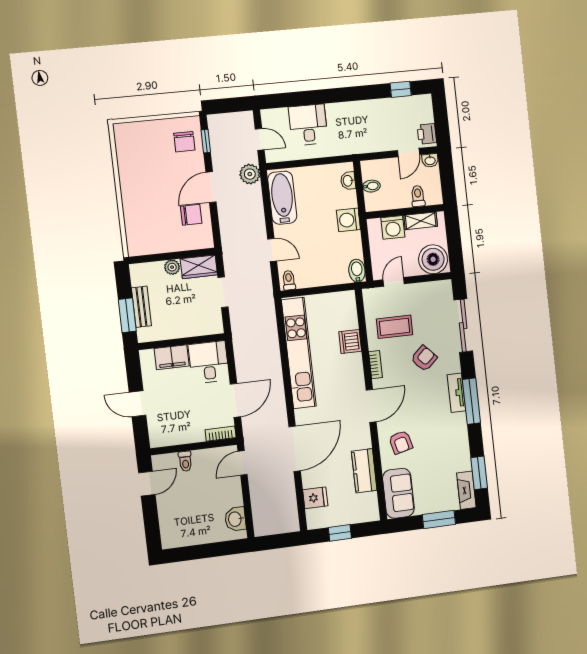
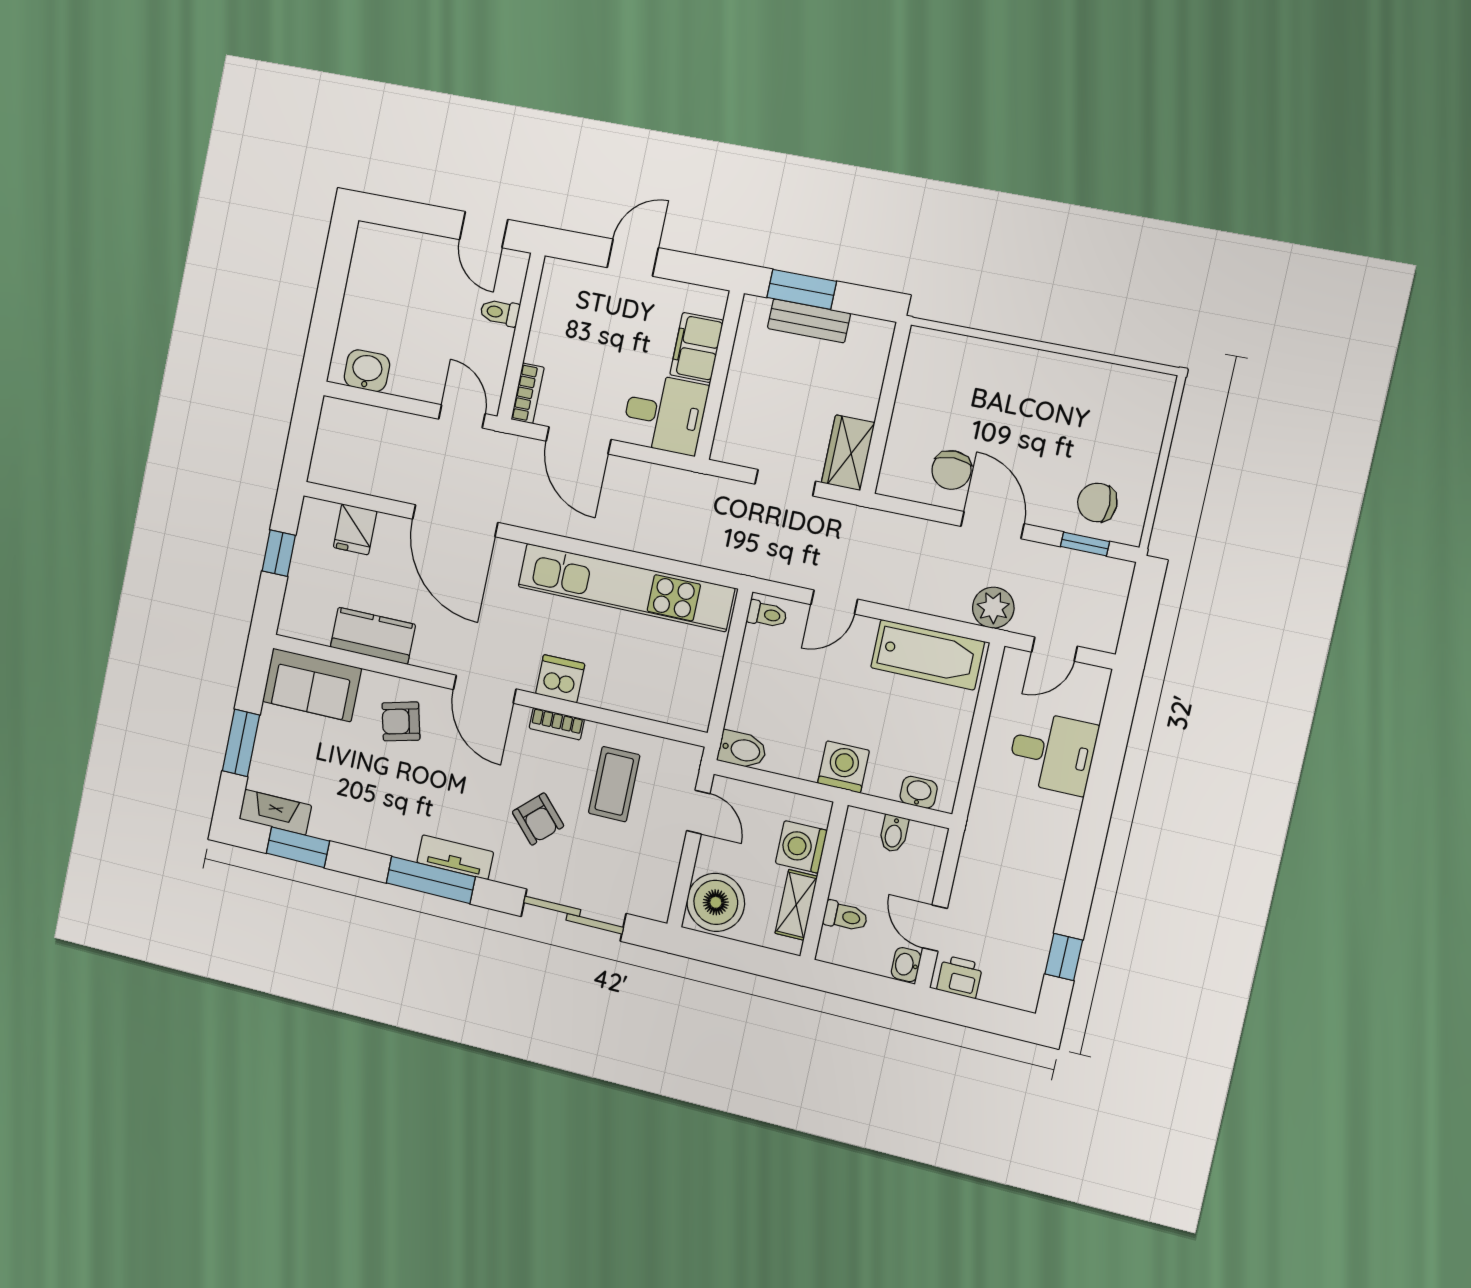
plant: (172, 267) -> (864, 402), removed
dishwasher: (350, 342) -> (560, 679), moved

